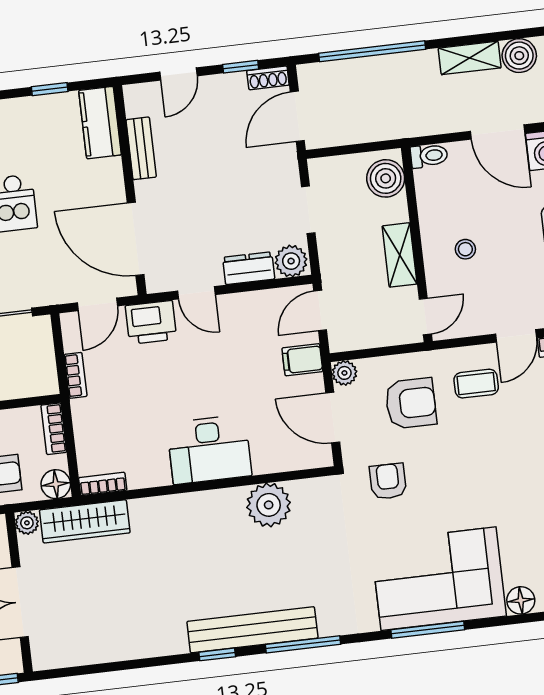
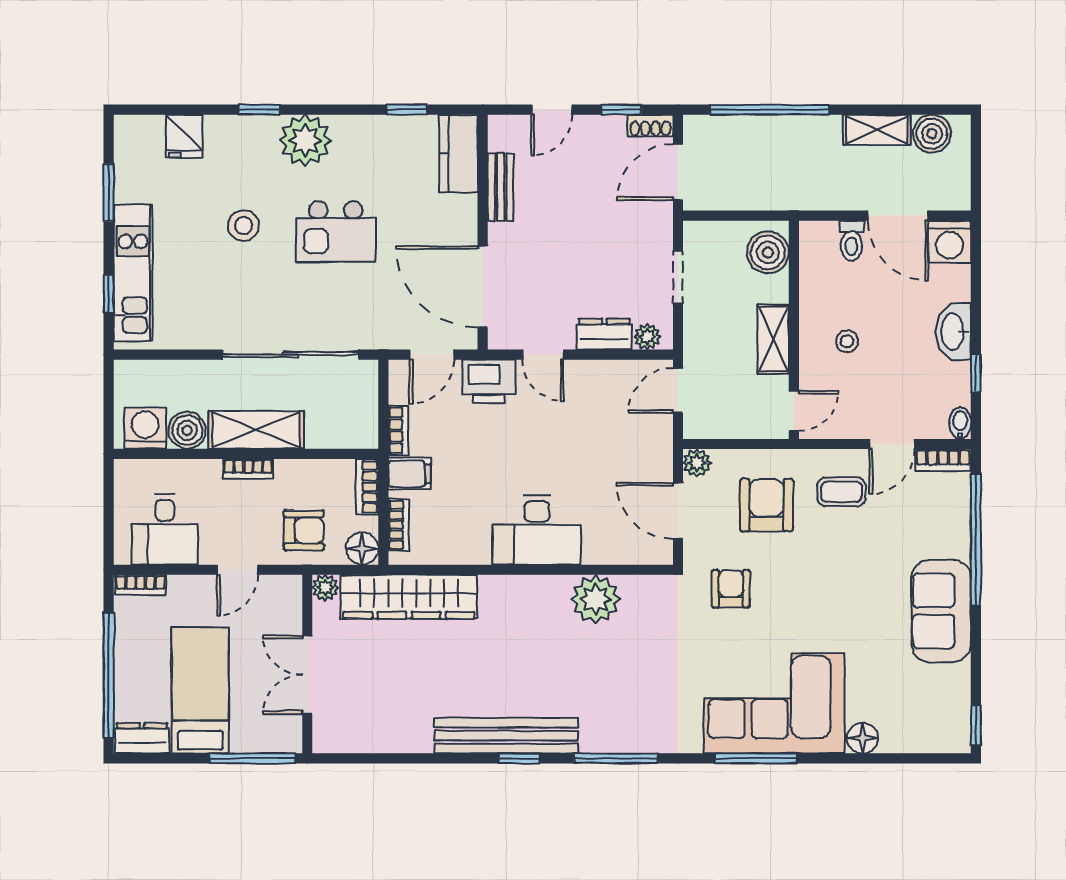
toilet: (429, 156) -> (851, 241), moved, turned 90
plant: (291, 261) -> (647, 337), width x0.73, depth x0.73
filing cabinet: (302, 360) -> (410, 474), moved, turned 180
armchair: (411, 403) -> (766, 505), turned -90
bookcase: (103, 484) -> (399, 525), moved, turned 90
wardrobe: (85, 521) -> (409, 597), width x1.40, depth x1.17
bench: (252, 630) -> (506, 736), moved

